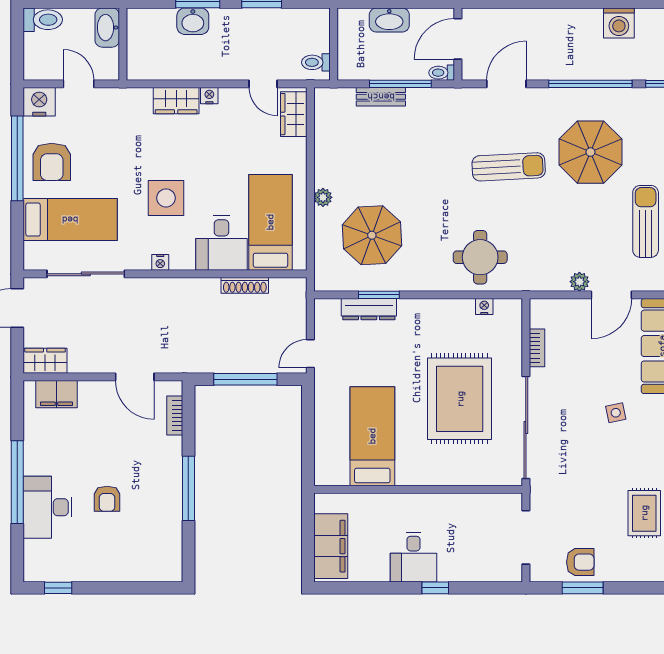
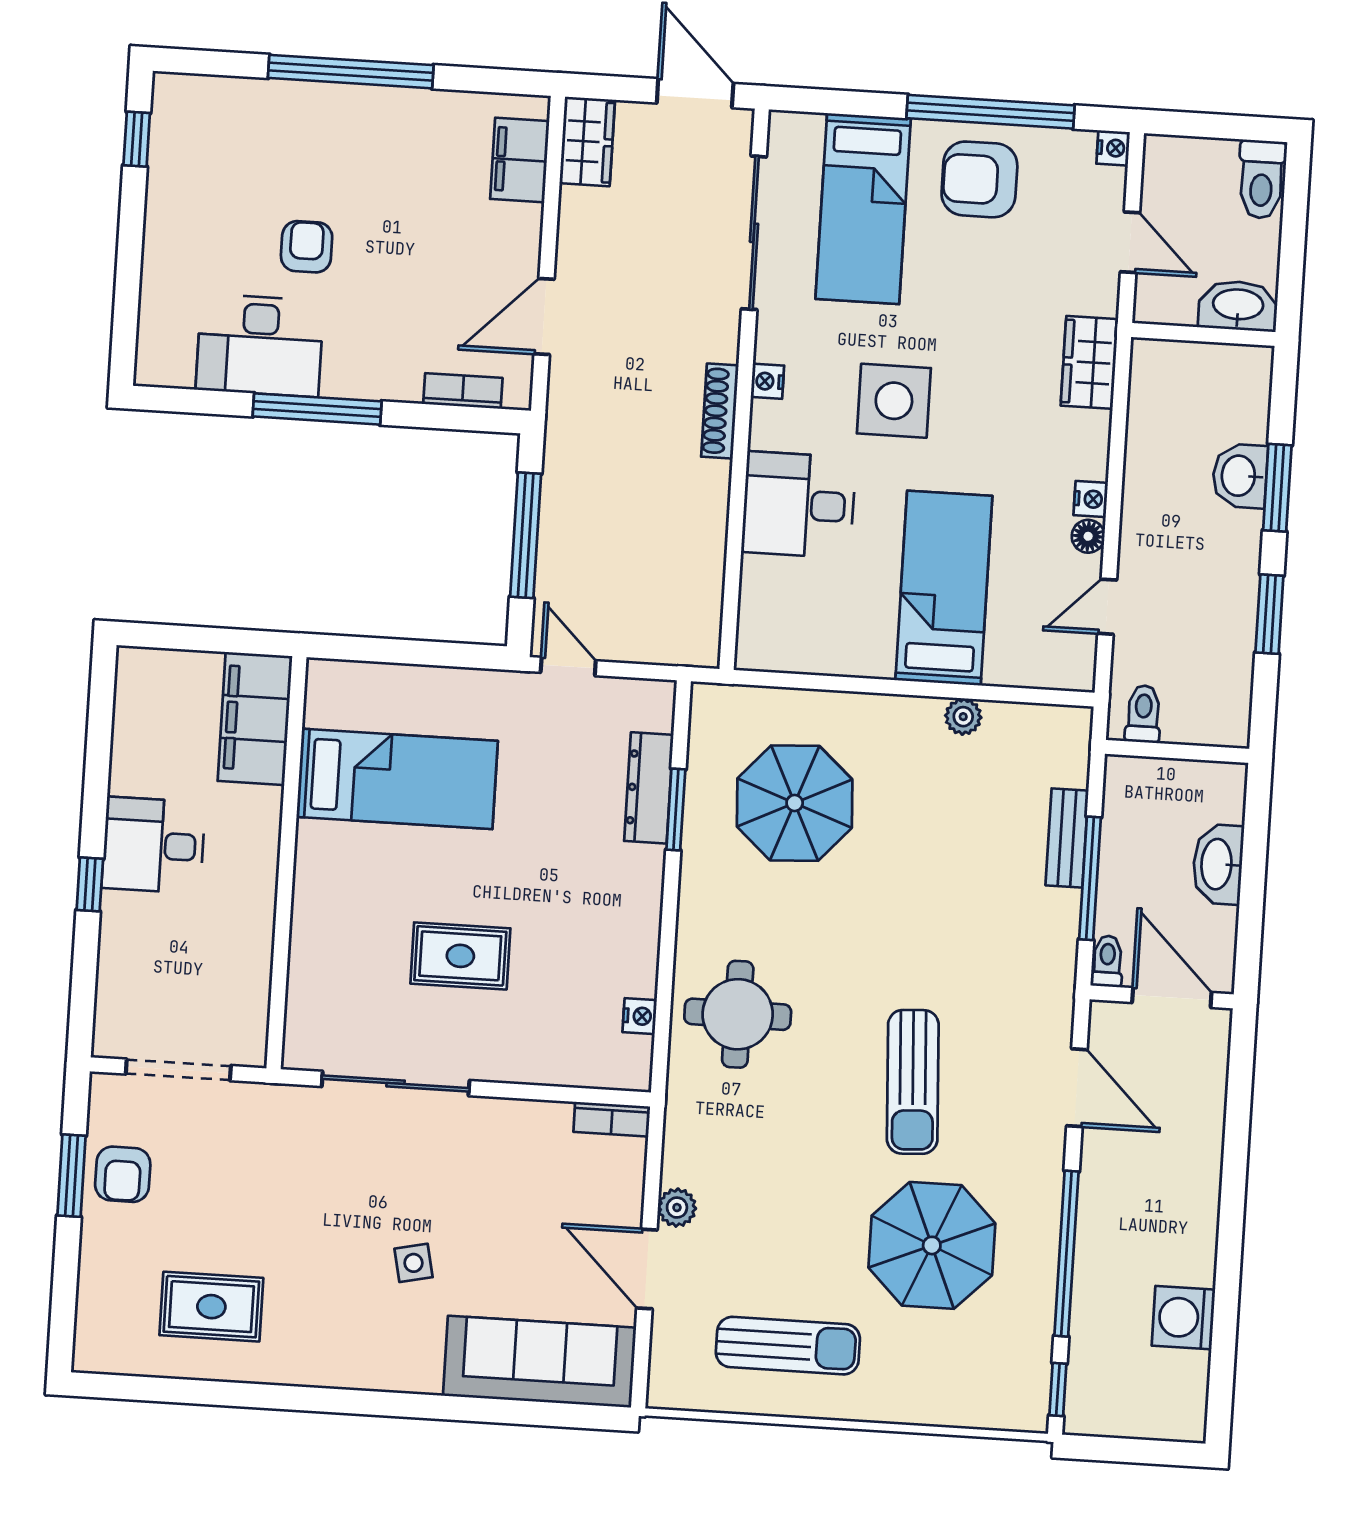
door: (79, 84) -> (1130, 242), hinge flipped
floor lamp: (228, 96) -> (1088, 536), added
wardrobe: (176, 101) -> (1089, 362), moved
nightstand: (39, 102) -> (1113, 148), width x0.53, depth x0.56
wardrobe: (294, 114) -> (1044, 664), removed
plant: (323, 197) -> (963, 717), moved
bed: (270, 222) -> (944, 588), moved, turned -90
shoe rack: (245, 285) -> (720, 411), moved
bookcase: (537, 348) -> (612, 1119), moved
rug: (460, 399) -> (460, 956), width x0.54, depth x0.49
sliding door: (526, 427) -> (396, 1084), width x0.73
armchair: (107, 499) -> (307, 247), turned 90
desk: (48, 507) -> (260, 345), moved, turned 180
filing cabinet: (331, 546) -> (255, 719), moved, turned 90

